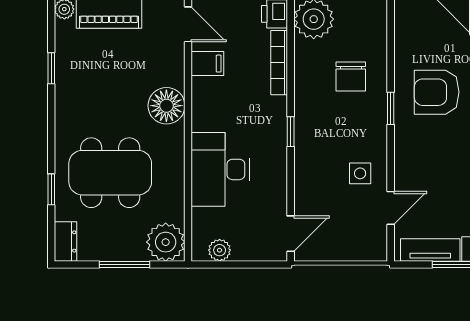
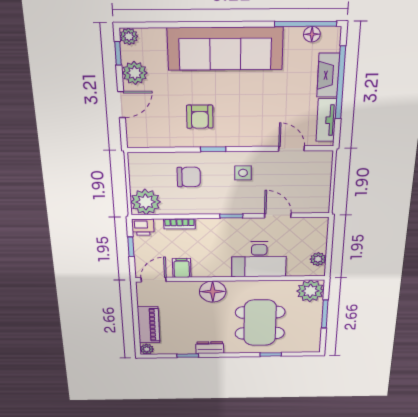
bookcase: (279, 63) -> (179, 224), width x0.64
armchair: (437, 92) -> (200, 117), width x0.72, depth x0.72
side table: (360, 173) -> (243, 173), moved
door: (291, 234) -> (278, 215), moved
dresser: (66, 241) -> (210, 348), moved

